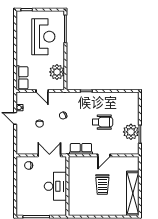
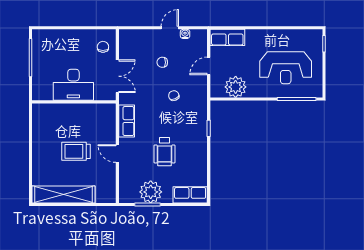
row of seats: (133, 104) -> (190, 195), added

